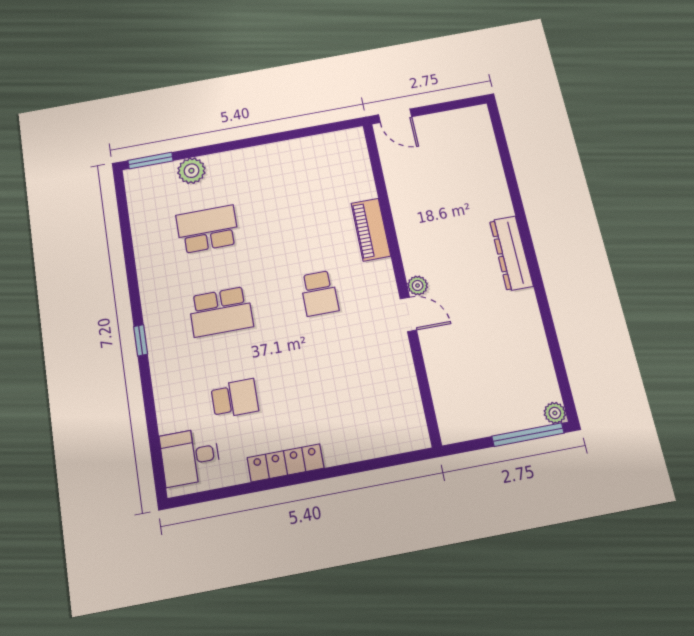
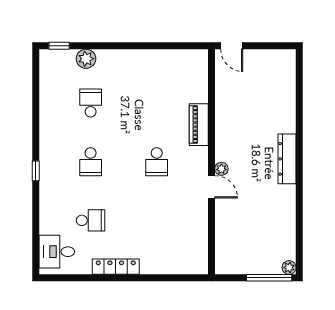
window: (150, 161) -> (59, 46), width x0.67
school desk: (208, 229) -> (91, 103), width x0.54
school desk: (221, 312) -> (91, 162), width x0.54

